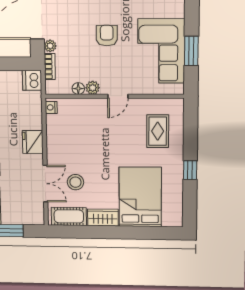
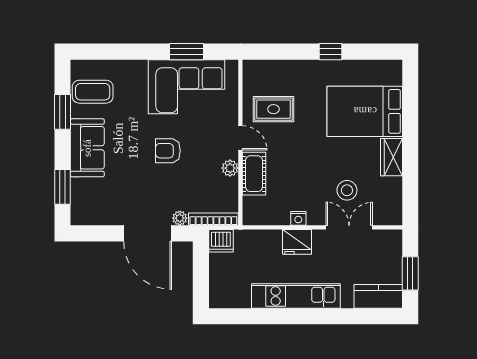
bookcase: (50, 67) -> (213, 219), width x1.56
floor lamp: (78, 89) -> (231, 185), removed
nightstand: (51, 107) -> (298, 218), moved
rug: (158, 131) -> (273, 109), moved
cot: (69, 216) -> (254, 174), moved

